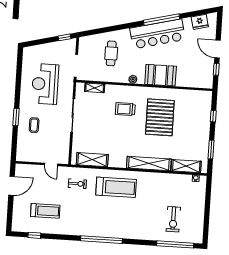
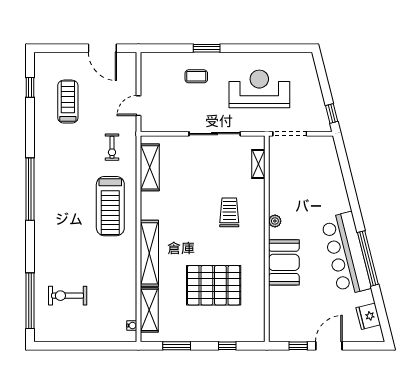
cafe table: (111, 53) -> (312, 186), removed
pallet: (160, 117) -> (214, 285), moved
treadmill: (45, 211) -> (68, 102), turned 180

